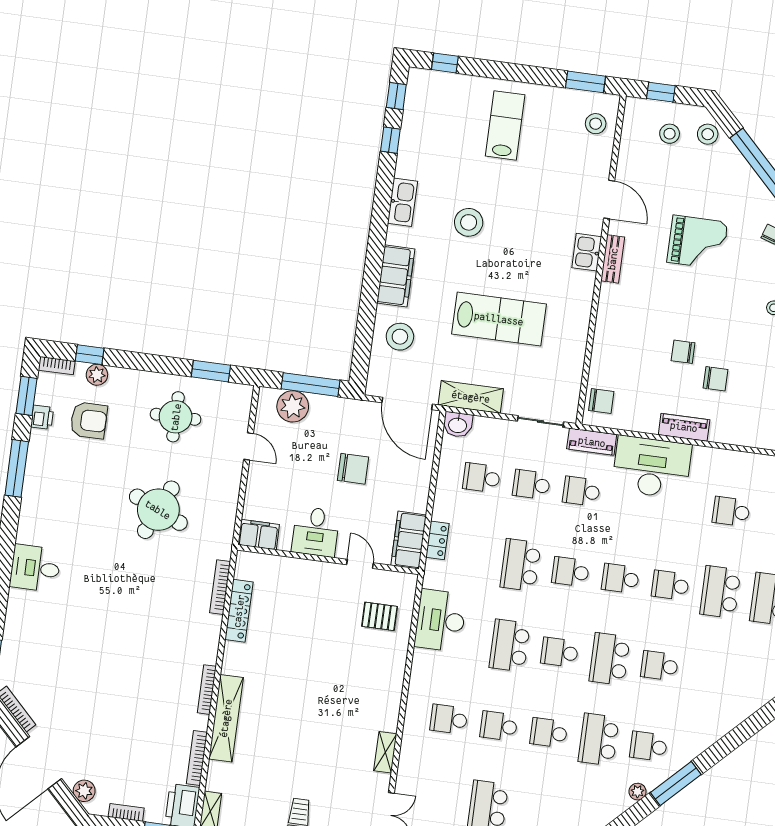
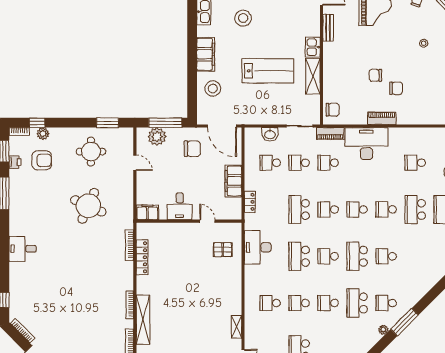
kitchen sink: (587, 252) -> (313, 47), moved
shelving: (471, 397) -> (313, 76), moved, turned 90
washbasin: (458, 425) -> (270, 134), moved
chair: (353, 469) -> (192, 149), moved
filing cabinet: (409, 540) -> (233, 181), moved

